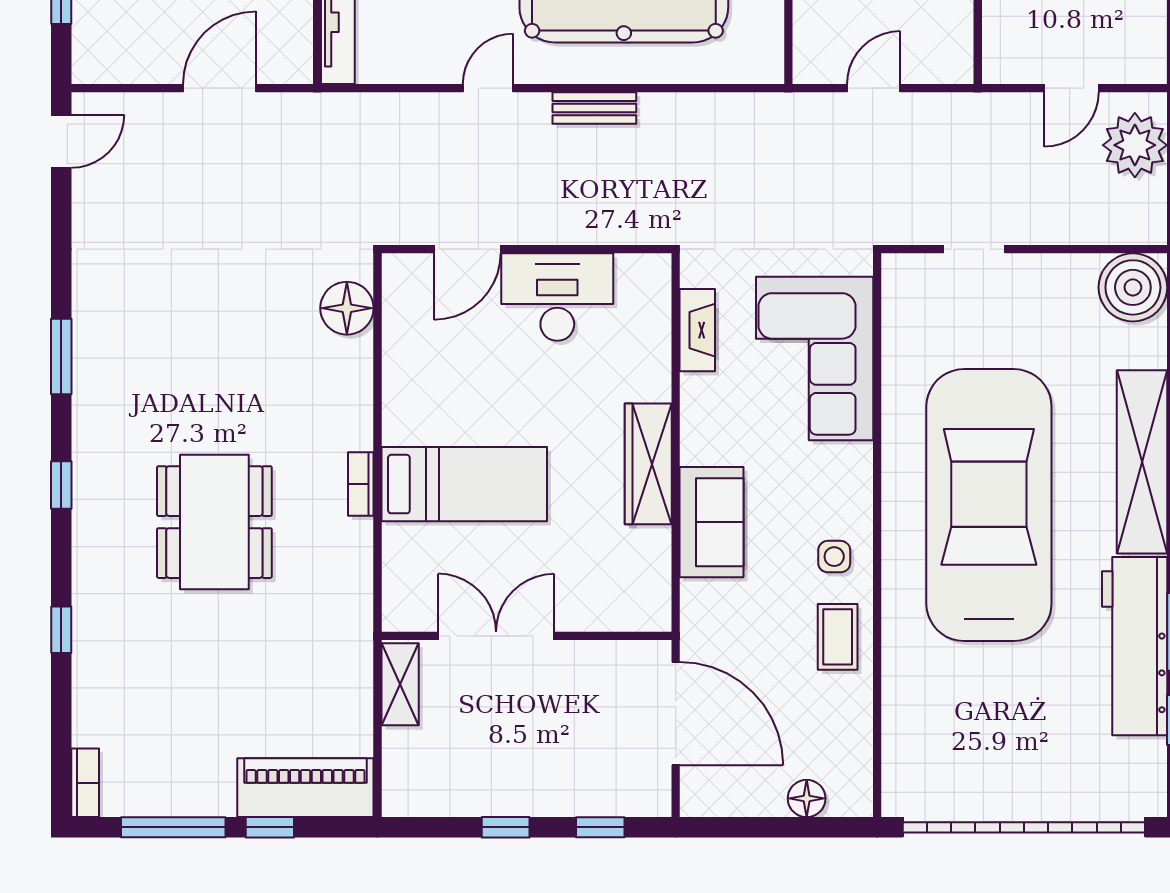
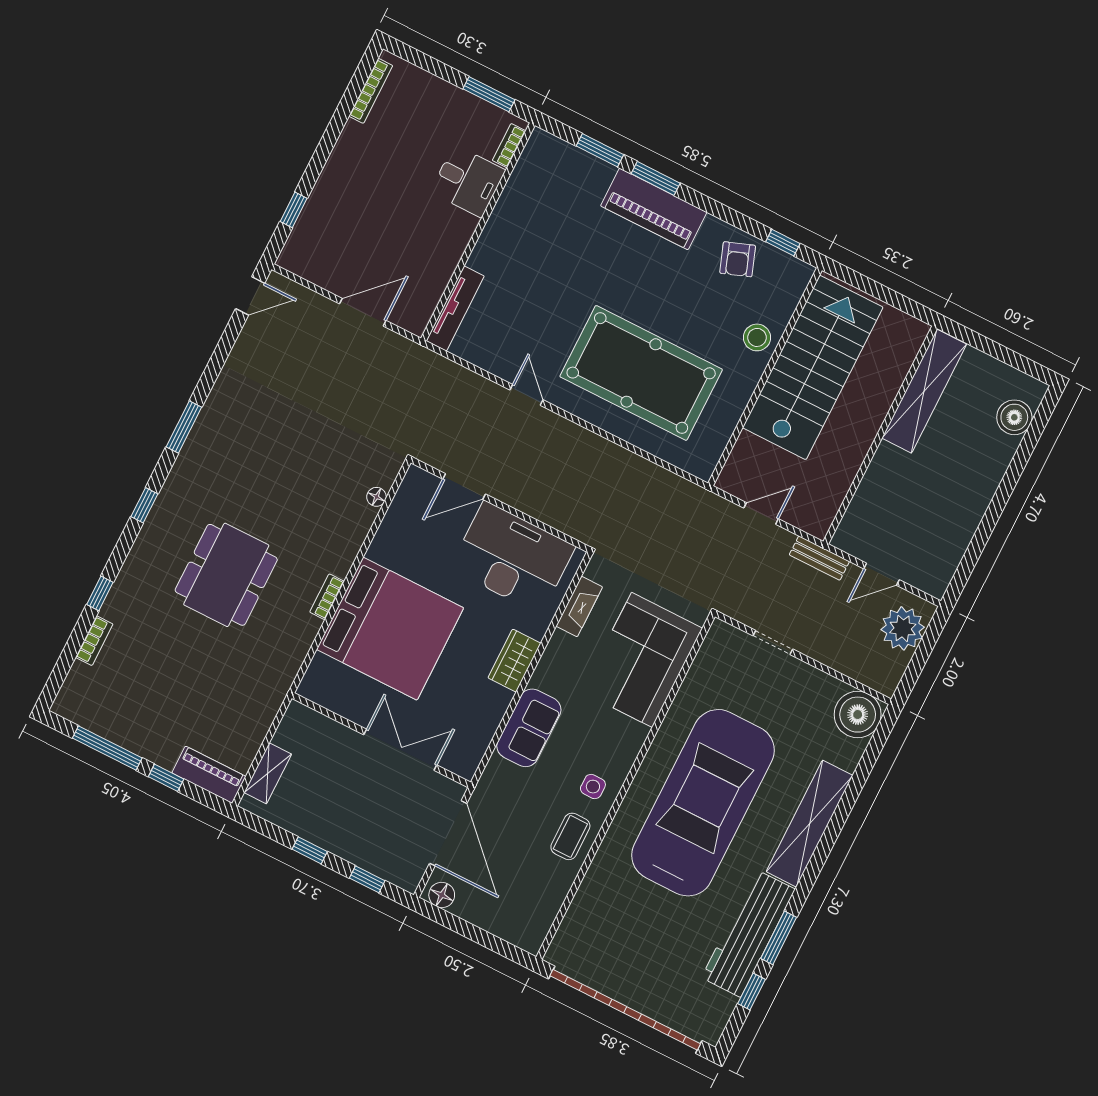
door: (488, 88) -> (526, 395), hinge flipped
bench: (594, 108) -> (819, 558), moved
desk: (557, 297) -> (513, 558), width x1.36, depth x1.30
floor lamp: (347, 308) -> (376, 497), width x0.53, depth x0.53
wardrobe: (648, 464) -> (514, 661), width x0.67
bed: (464, 484) -> (390, 629), width x2.04
double door: (496, 636) -> (400, 750), moved
shelving: (400, 684) -> (268, 773), moved
bookcase: (85, 783) -> (94, 641), moved
piano: (305, 788) -> (209, 775), width x0.73, depth x0.75
floor lamp: (807, 798) -> (442, 895), moved

